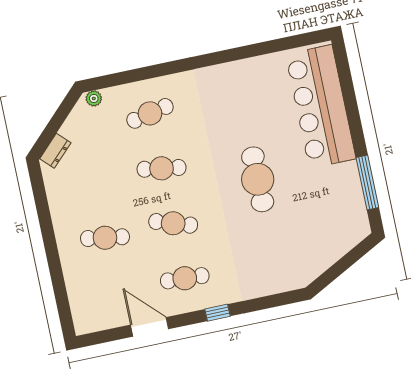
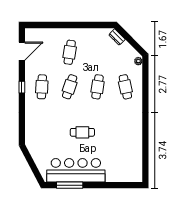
bar counter: (321, 106) -> (76, 170), moved
cafe table: (258, 179) -> (82, 132), width x0.73, depth x0.74
window: (218, 313) -> (22, 87), moved
door: (149, 327) -> (22, 51), moved

